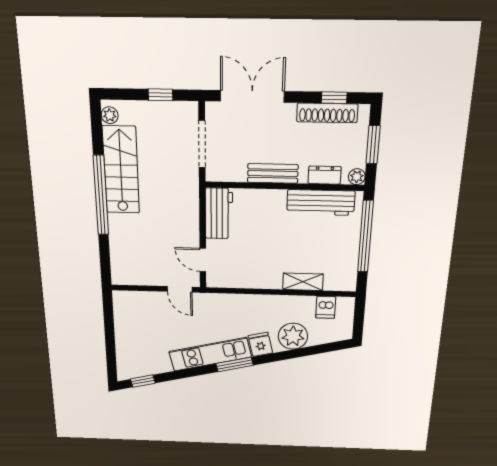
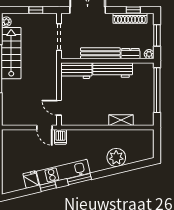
bench: (273, 173) -> (100, 53), width x1.36
workbench: (321, 203) -> (113, 70), moved
workbench: (219, 213) -> (76, 71), moved, turned 90
dishwasher: (326, 307) -> (60, 137), moved
fridge: (260, 344) -> (31, 180), moved
window: (143, 381) -> (48, 187), moved

